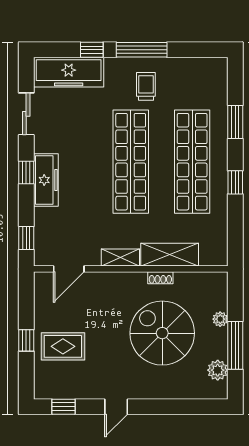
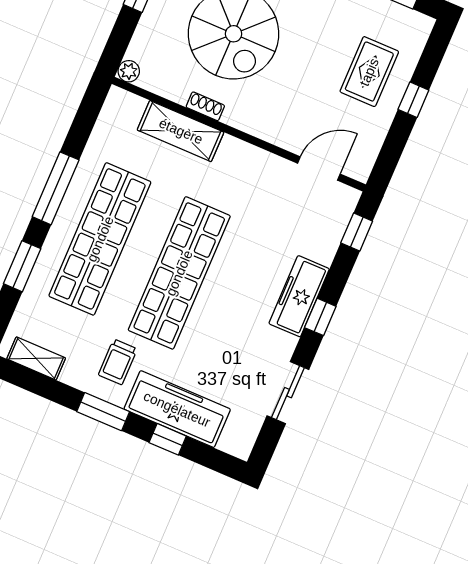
window: (142, 50) -> (103, 412), width x0.69
freezer: (69, 72) -> (177, 409), moved
window: (235, 182) -> (56, 188), width x2.17
shelving: (120, 258) -> (36, 358), moved
plant: (220, 319) -> (129, 71), moved
rug: (63, 346) -> (369, 72), turned 90

